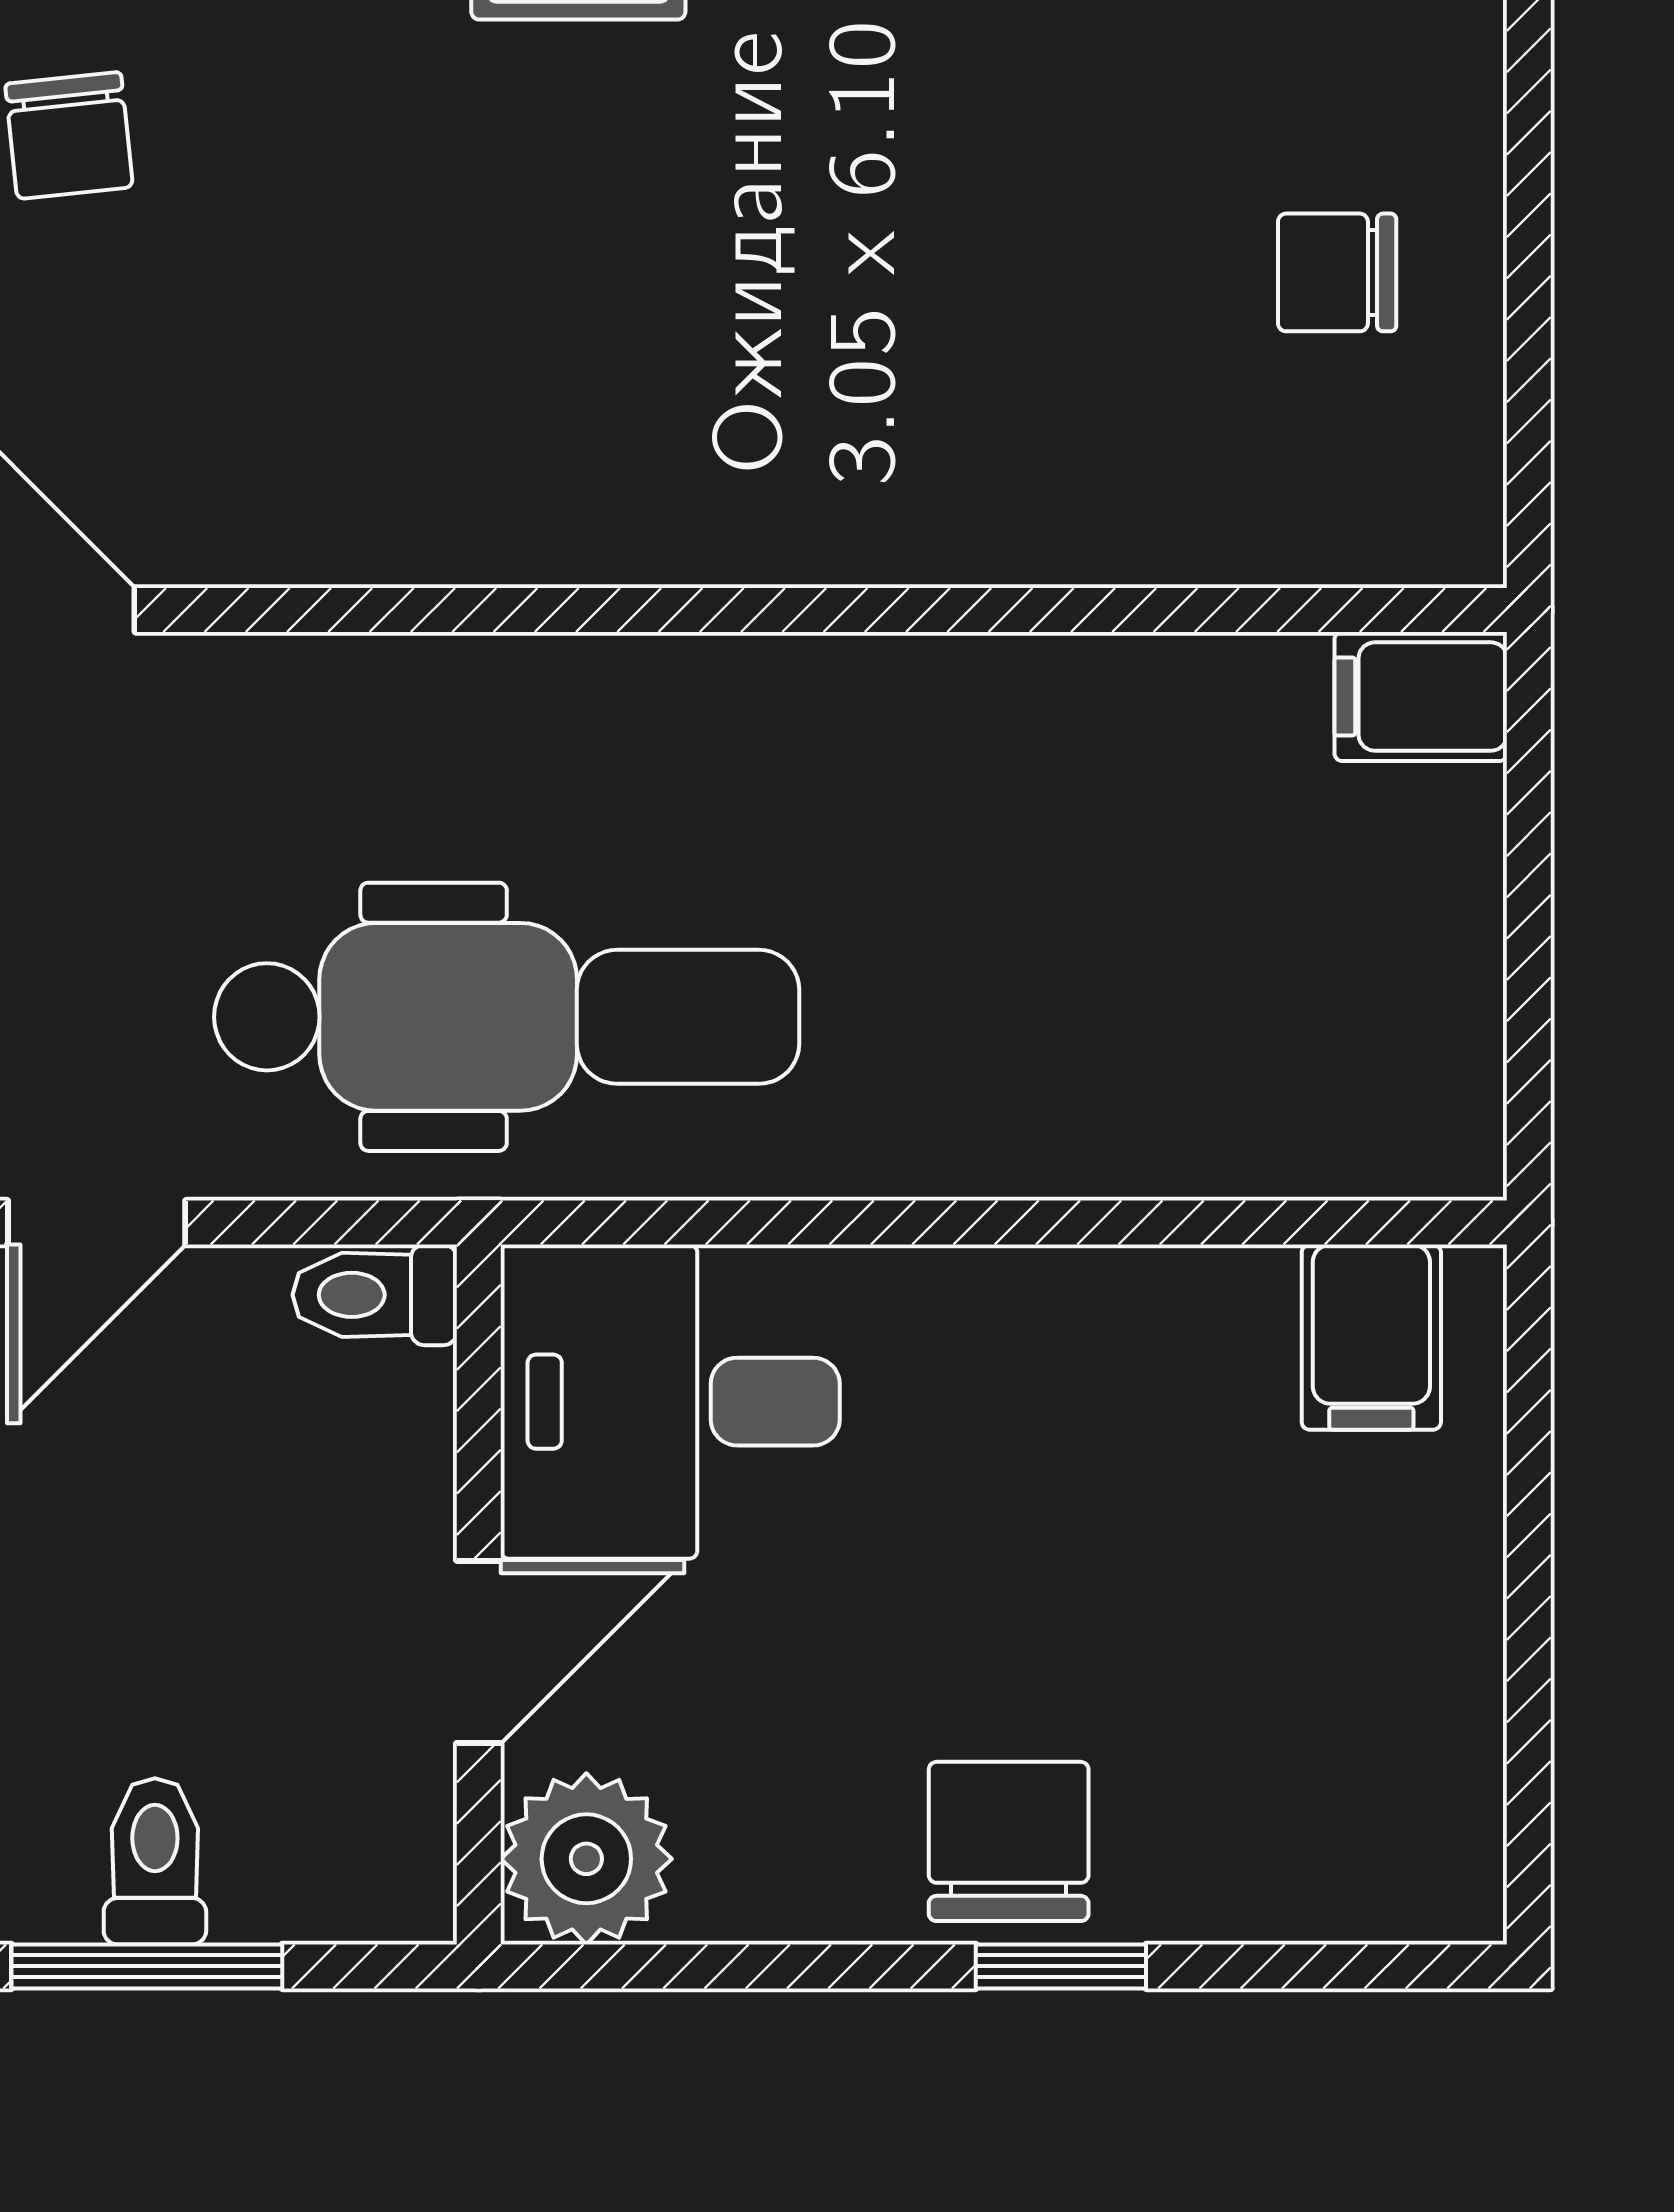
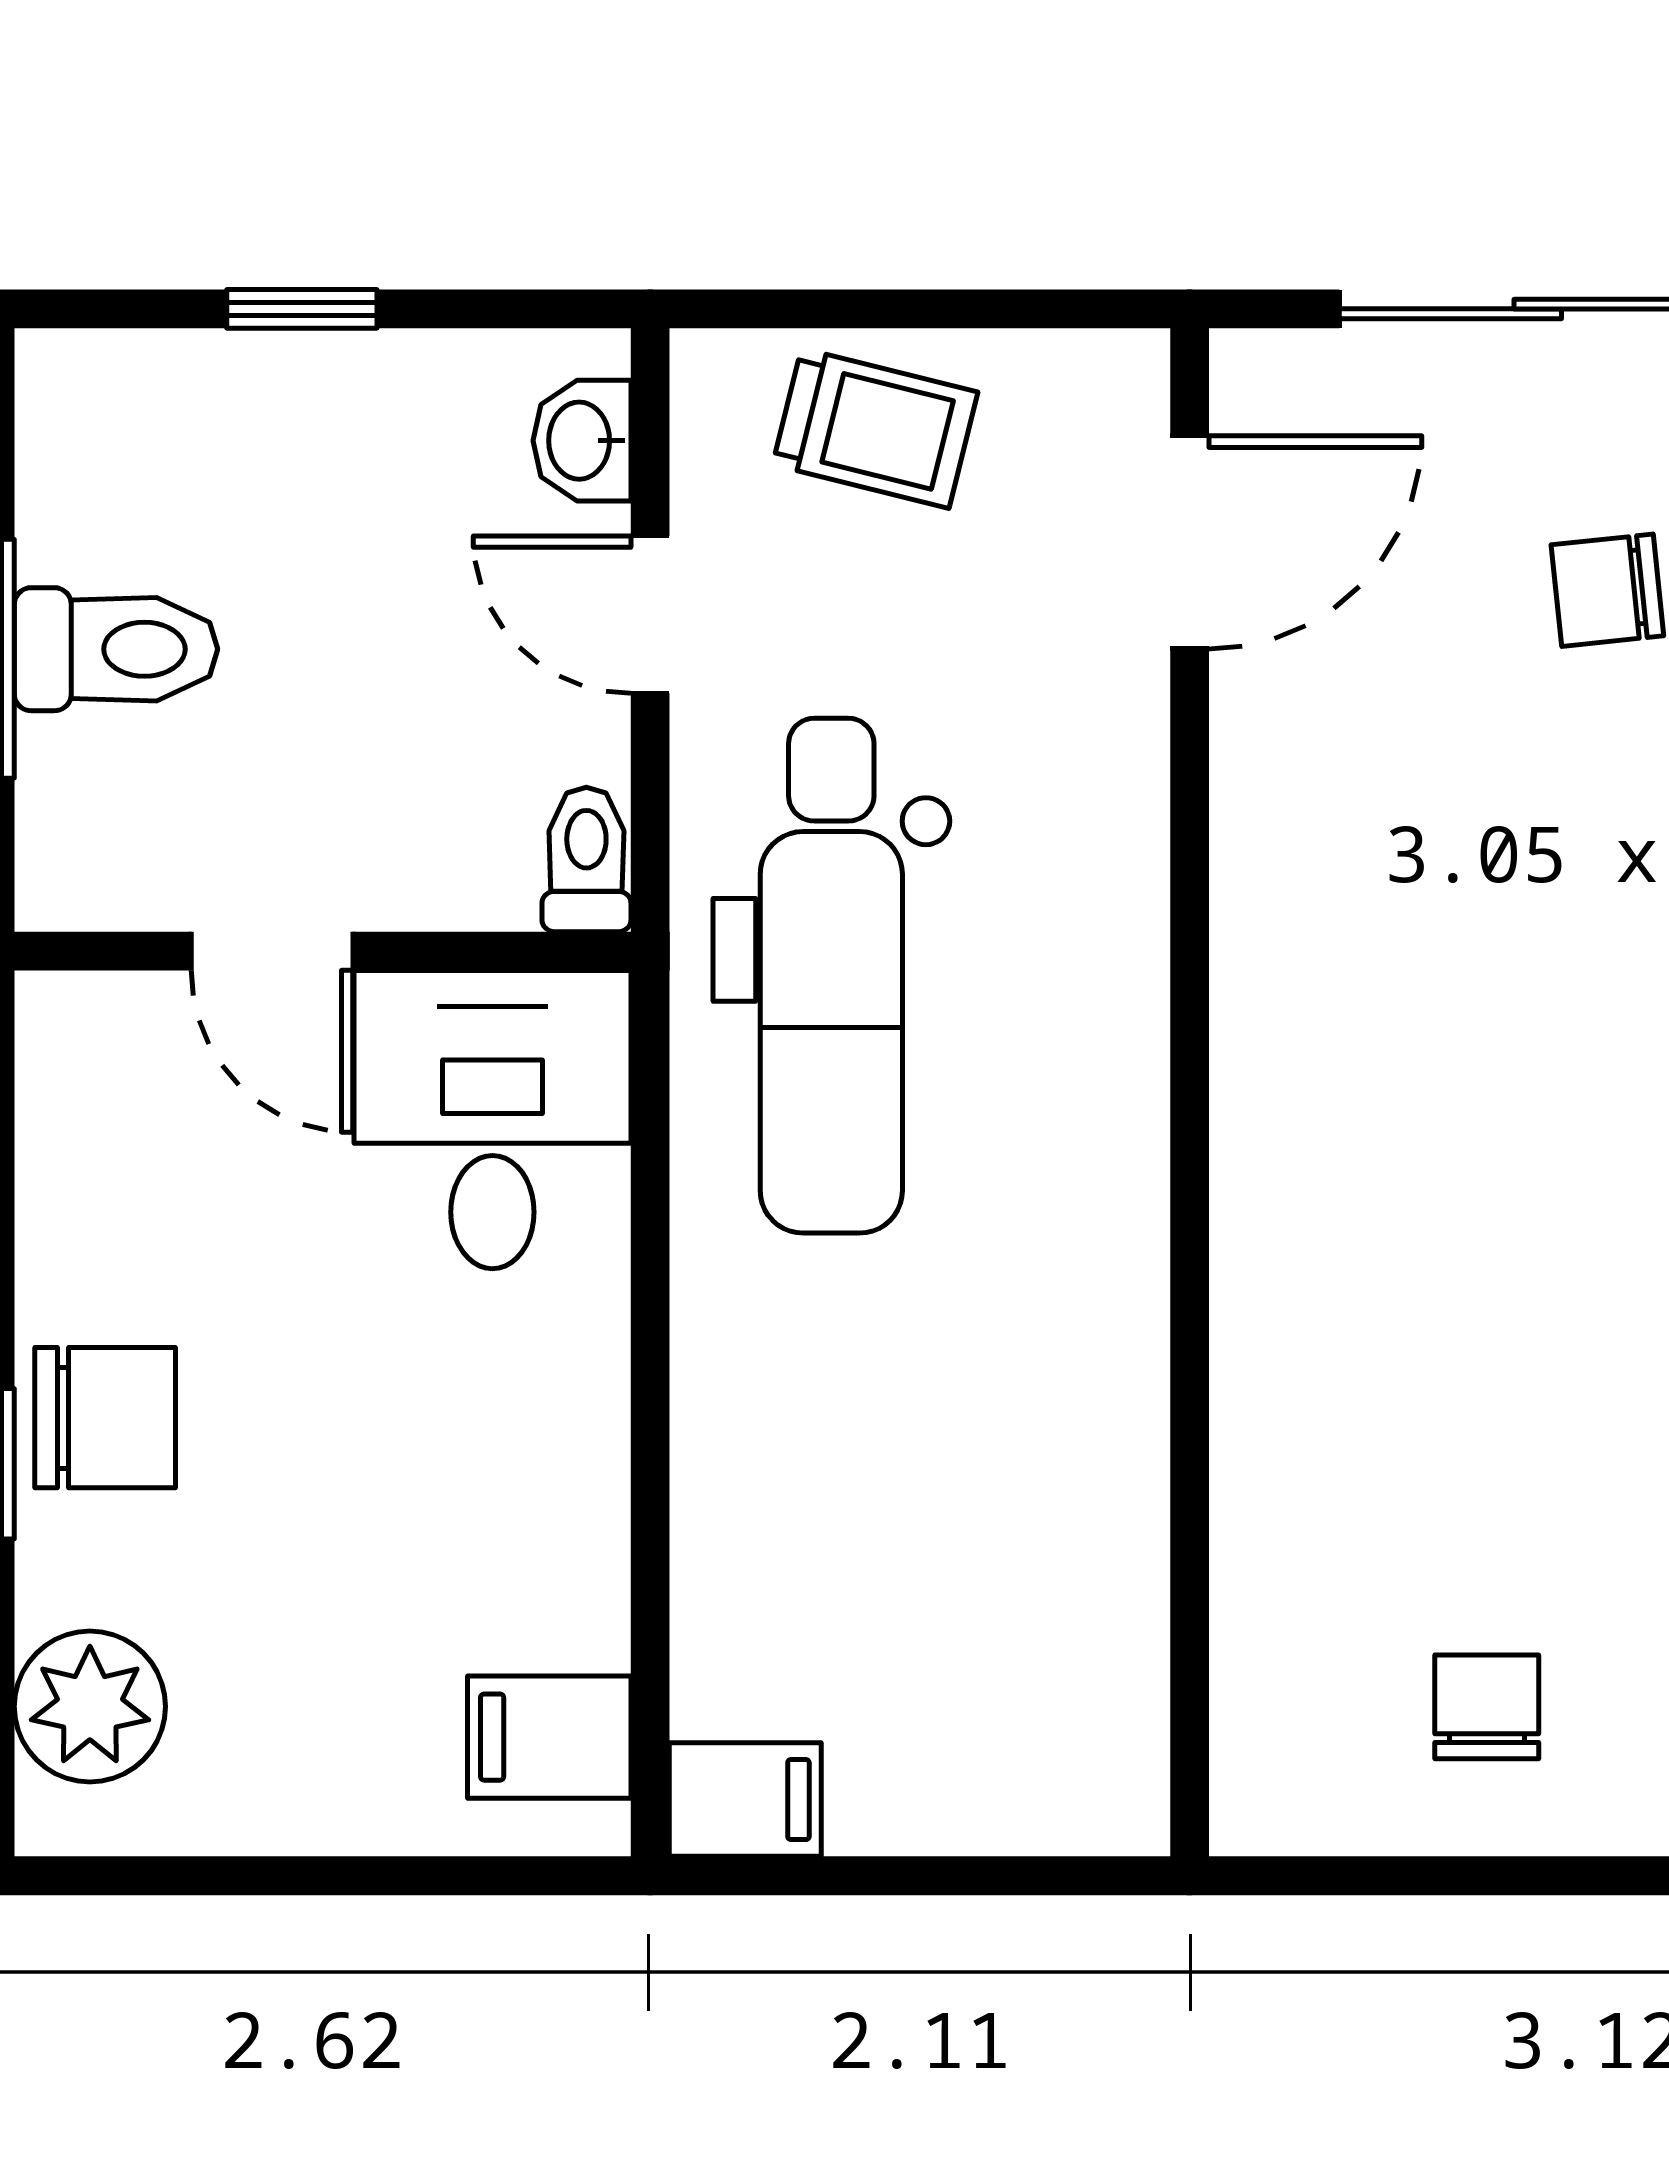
filing cabinet: (1421, 697) -> (745, 1800), moved, turned 90
plant: (586, 1859) -> (90, 1707), moved
toilet: (155, 1861) -> (116, 649), width x1.37, depth x1.39

